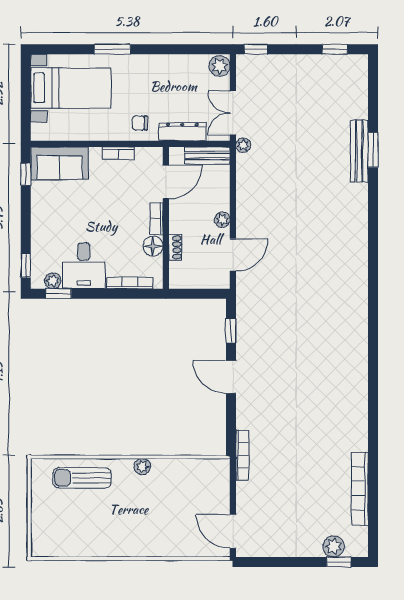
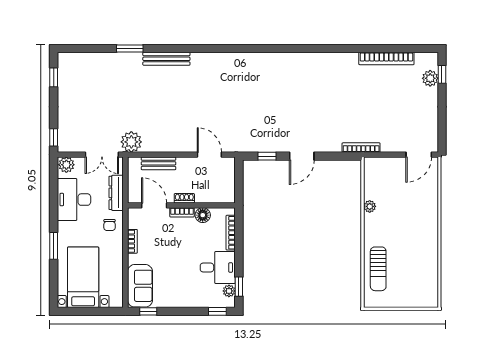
desk: (174, 76) -> (74, 200), added
plant: (243, 145) -> (131, 142), width x1.88, depth x1.88
bench: (359, 151) -> (166, 59), moved
bench: (207, 156) -> (158, 163), moved, turned 90
plant: (222, 220) -> (183, 163), removed
shoe rack: (175, 247) -> (184, 198), moved
plant: (142, 467) -> (370, 206), moved

